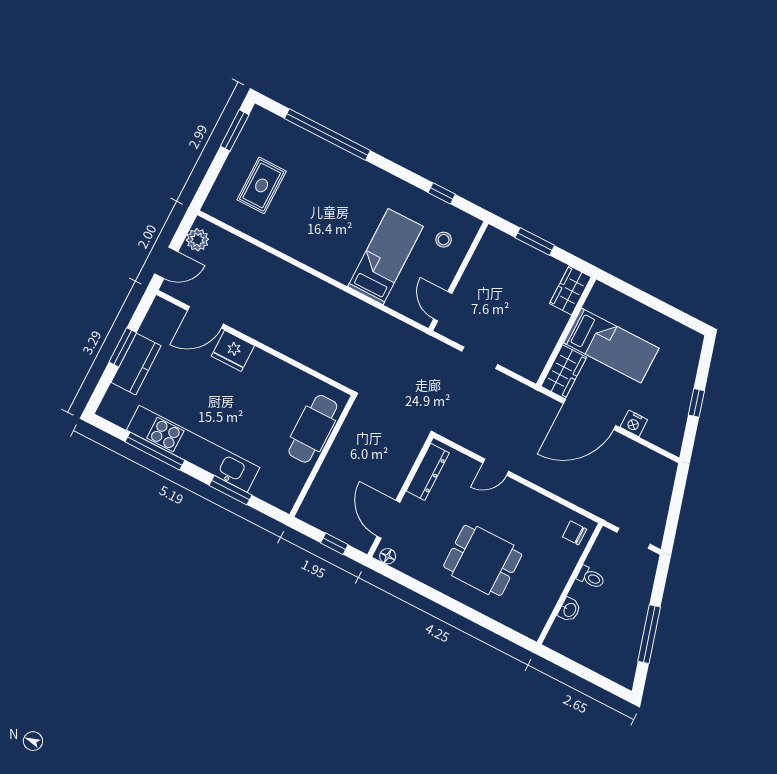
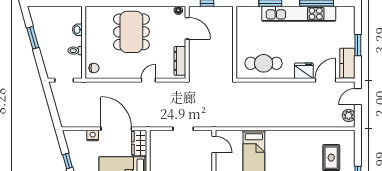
kitchen counter: (136, 364) -> (347, 63), moved
door: (590, 415) -> (116, 129), hinge flipped
cafe table: (313, 429) -> (264, 63), moved, turned 90
dining table: (483, 560) -> (131, 32), width x1.38
window: (649, 634) -> (33, 38), width x0.69

